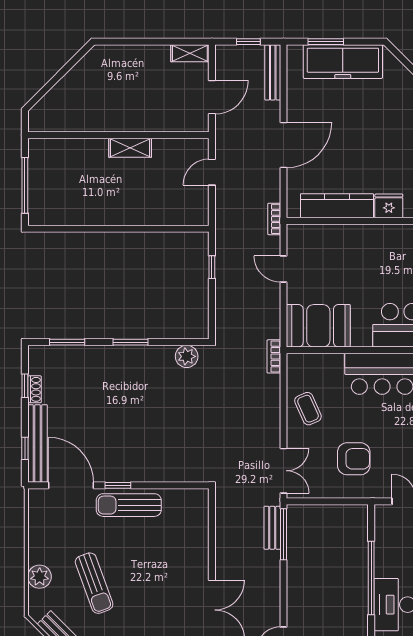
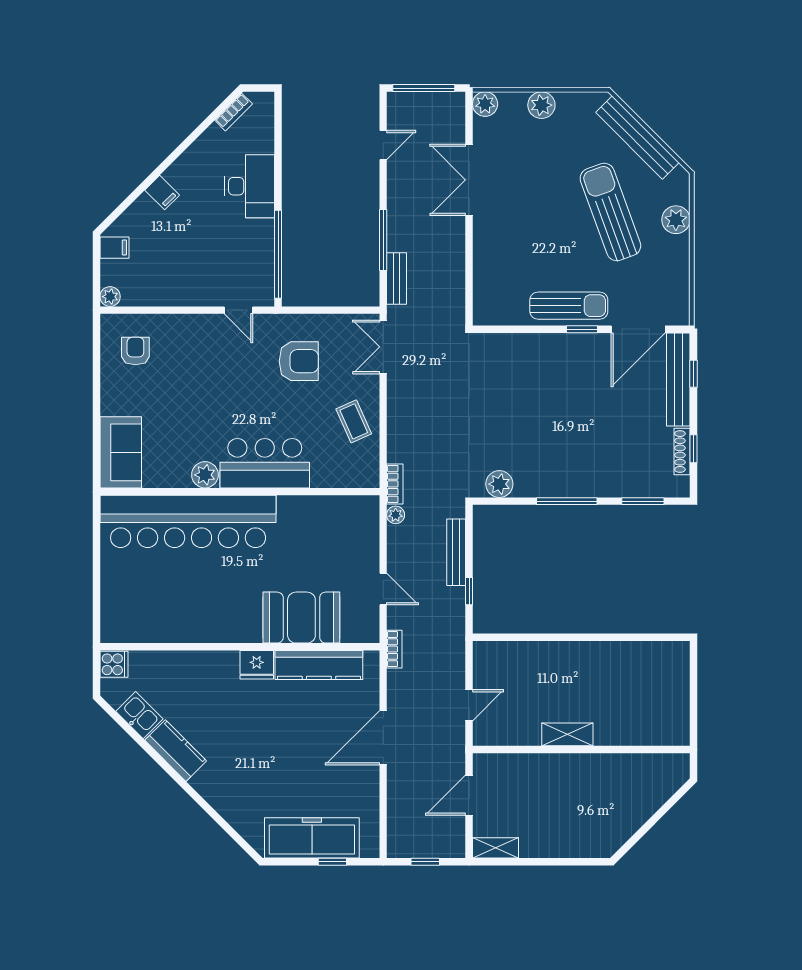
window: (326, 42) -> (332, 862), width x0.67
bench: (273, 72) -> (456, 552), moved
window: (25, 185) -> (694, 689), removed
booth: (318, 326) -> (301, 618), moved
plant: (273, 331) -> (396, 515), added
window: (130, 342) -> (567, 501), width x1.44
shoe rack: (34, 389) -> (682, 452), width x1.43
armchair: (354, 459) -> (299, 361), turned 180
door: (71, 485) -> (638, 329), hinge flipped
window: (284, 534) -> (383, 240), moved
window: (371, 578) -> (278, 254), moved
sun lounger: (94, 583) -> (610, 212), width x1.36, depth x1.34

